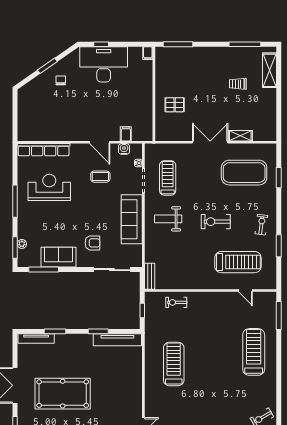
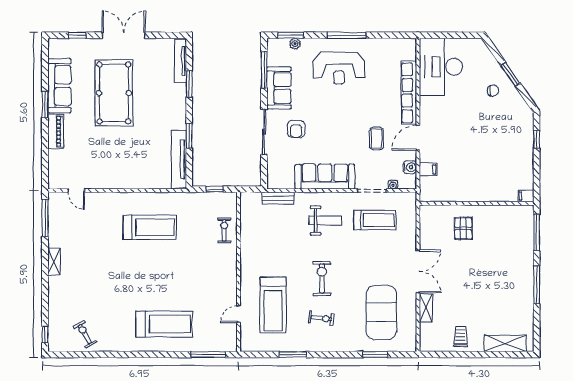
window: (245, 44) -> (537, 285), moved
desk: (104, 64) -> (441, 67), moved, turned 180
trolley: (238, 84) -> (460, 337), moved
row of seats: (44, 150) -> (409, 93), moved
reception desk: (49, 187) -> (339, 68), moved, turned 90
weight bench: (168, 219) -> (325, 221), turned 90
exercise bike: (261, 225) -> (321, 318), moved
sliding door: (112, 270) -> (264, 132), moved
bench: (150, 276) -> (278, 198), moved

